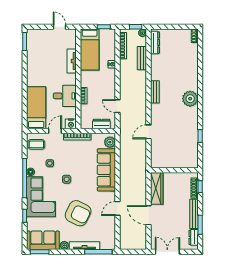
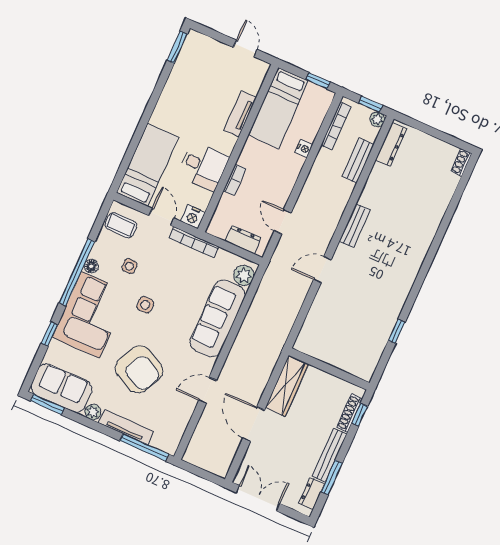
plant: (190, 99) -> (408, 263), removed
door: (55, 131) -> (162, 217), hinge flipped
door: (148, 132) -> (322, 270), moved

